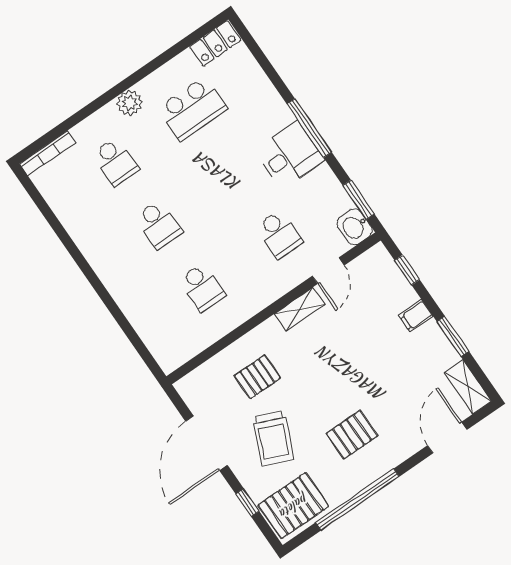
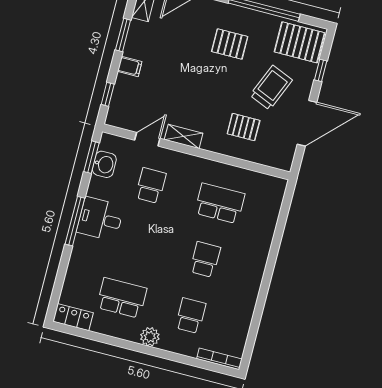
washbasin: (355, 227) -> (104, 164), moved
school desk: (202, 287) -> (220, 203), width x1.85

